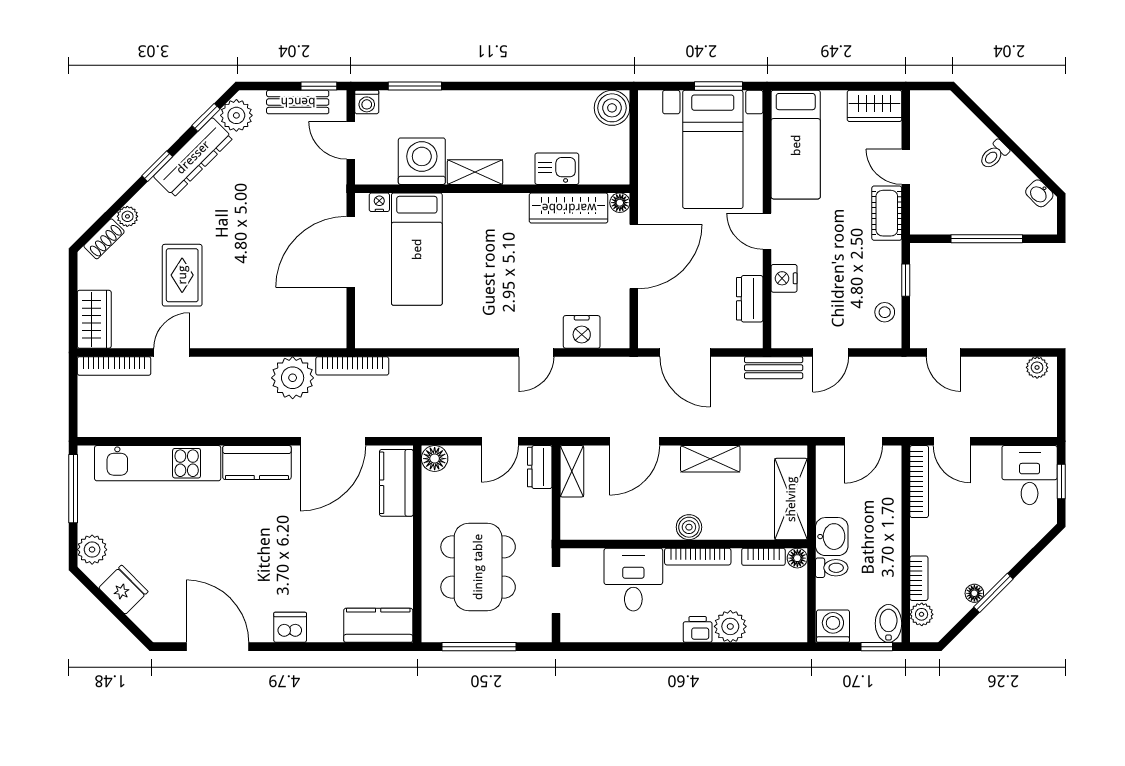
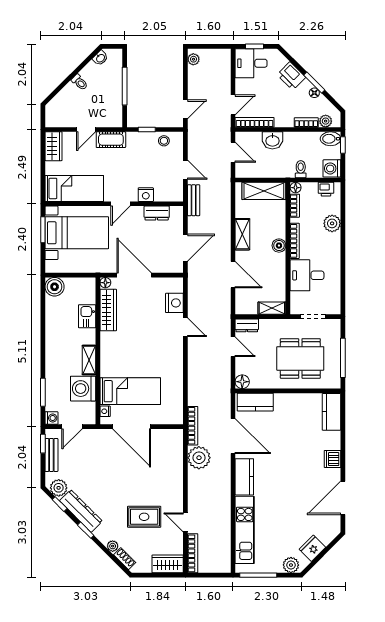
shelving: (572, 471) -> (272, 308), moved
washbasin: (832, 537) -> (272, 140), moved, turned 180
printer: (1006, 550) -> (291, 76), added
printer: (698, 629) -> (326, 189), moved, turned -90

